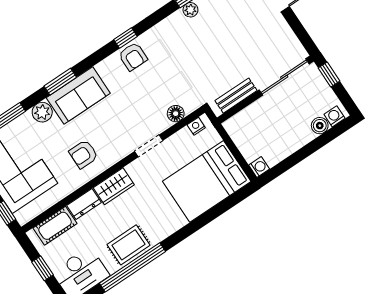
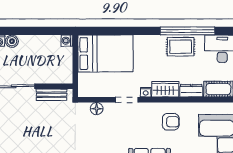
nightstand: (196, 126) -> (146, 92), moved

